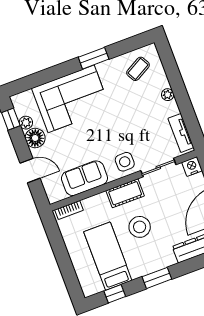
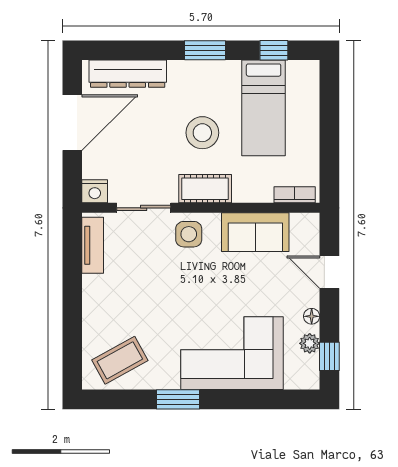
coffee table: (138, 69) -> (120, 360), width x1.36, depth x1.30
plant: (168, 95) -> (91, 307), removed
floor lamp: (35, 138) -> (312, 316), width x0.53, depth x0.53

